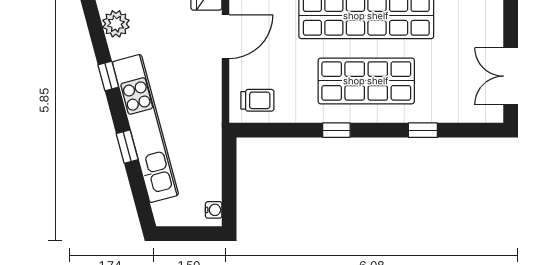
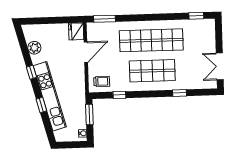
window: (336, 130) -> (119, 95), moved
window: (229, 170) -> (89, 115), added

